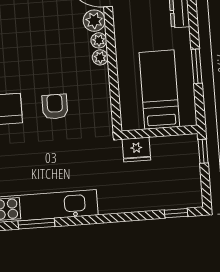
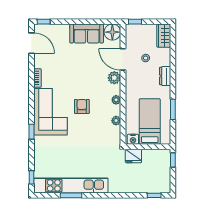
plant: (99, 40) -> (116, 121), moved
armchair: (55, 107) -> (82, 106), moved
nightstand: (133, 122) -> (133, 139), added

